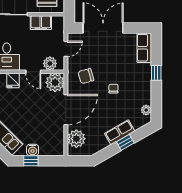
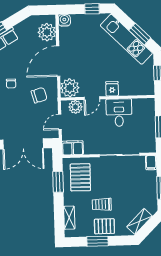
filing cabinet: (41, 23) -> (73, 148), moved
door: (33, 72) -> (92, 98), swing flipped
water cooler: (33, 150) -> (64, 20), moved

